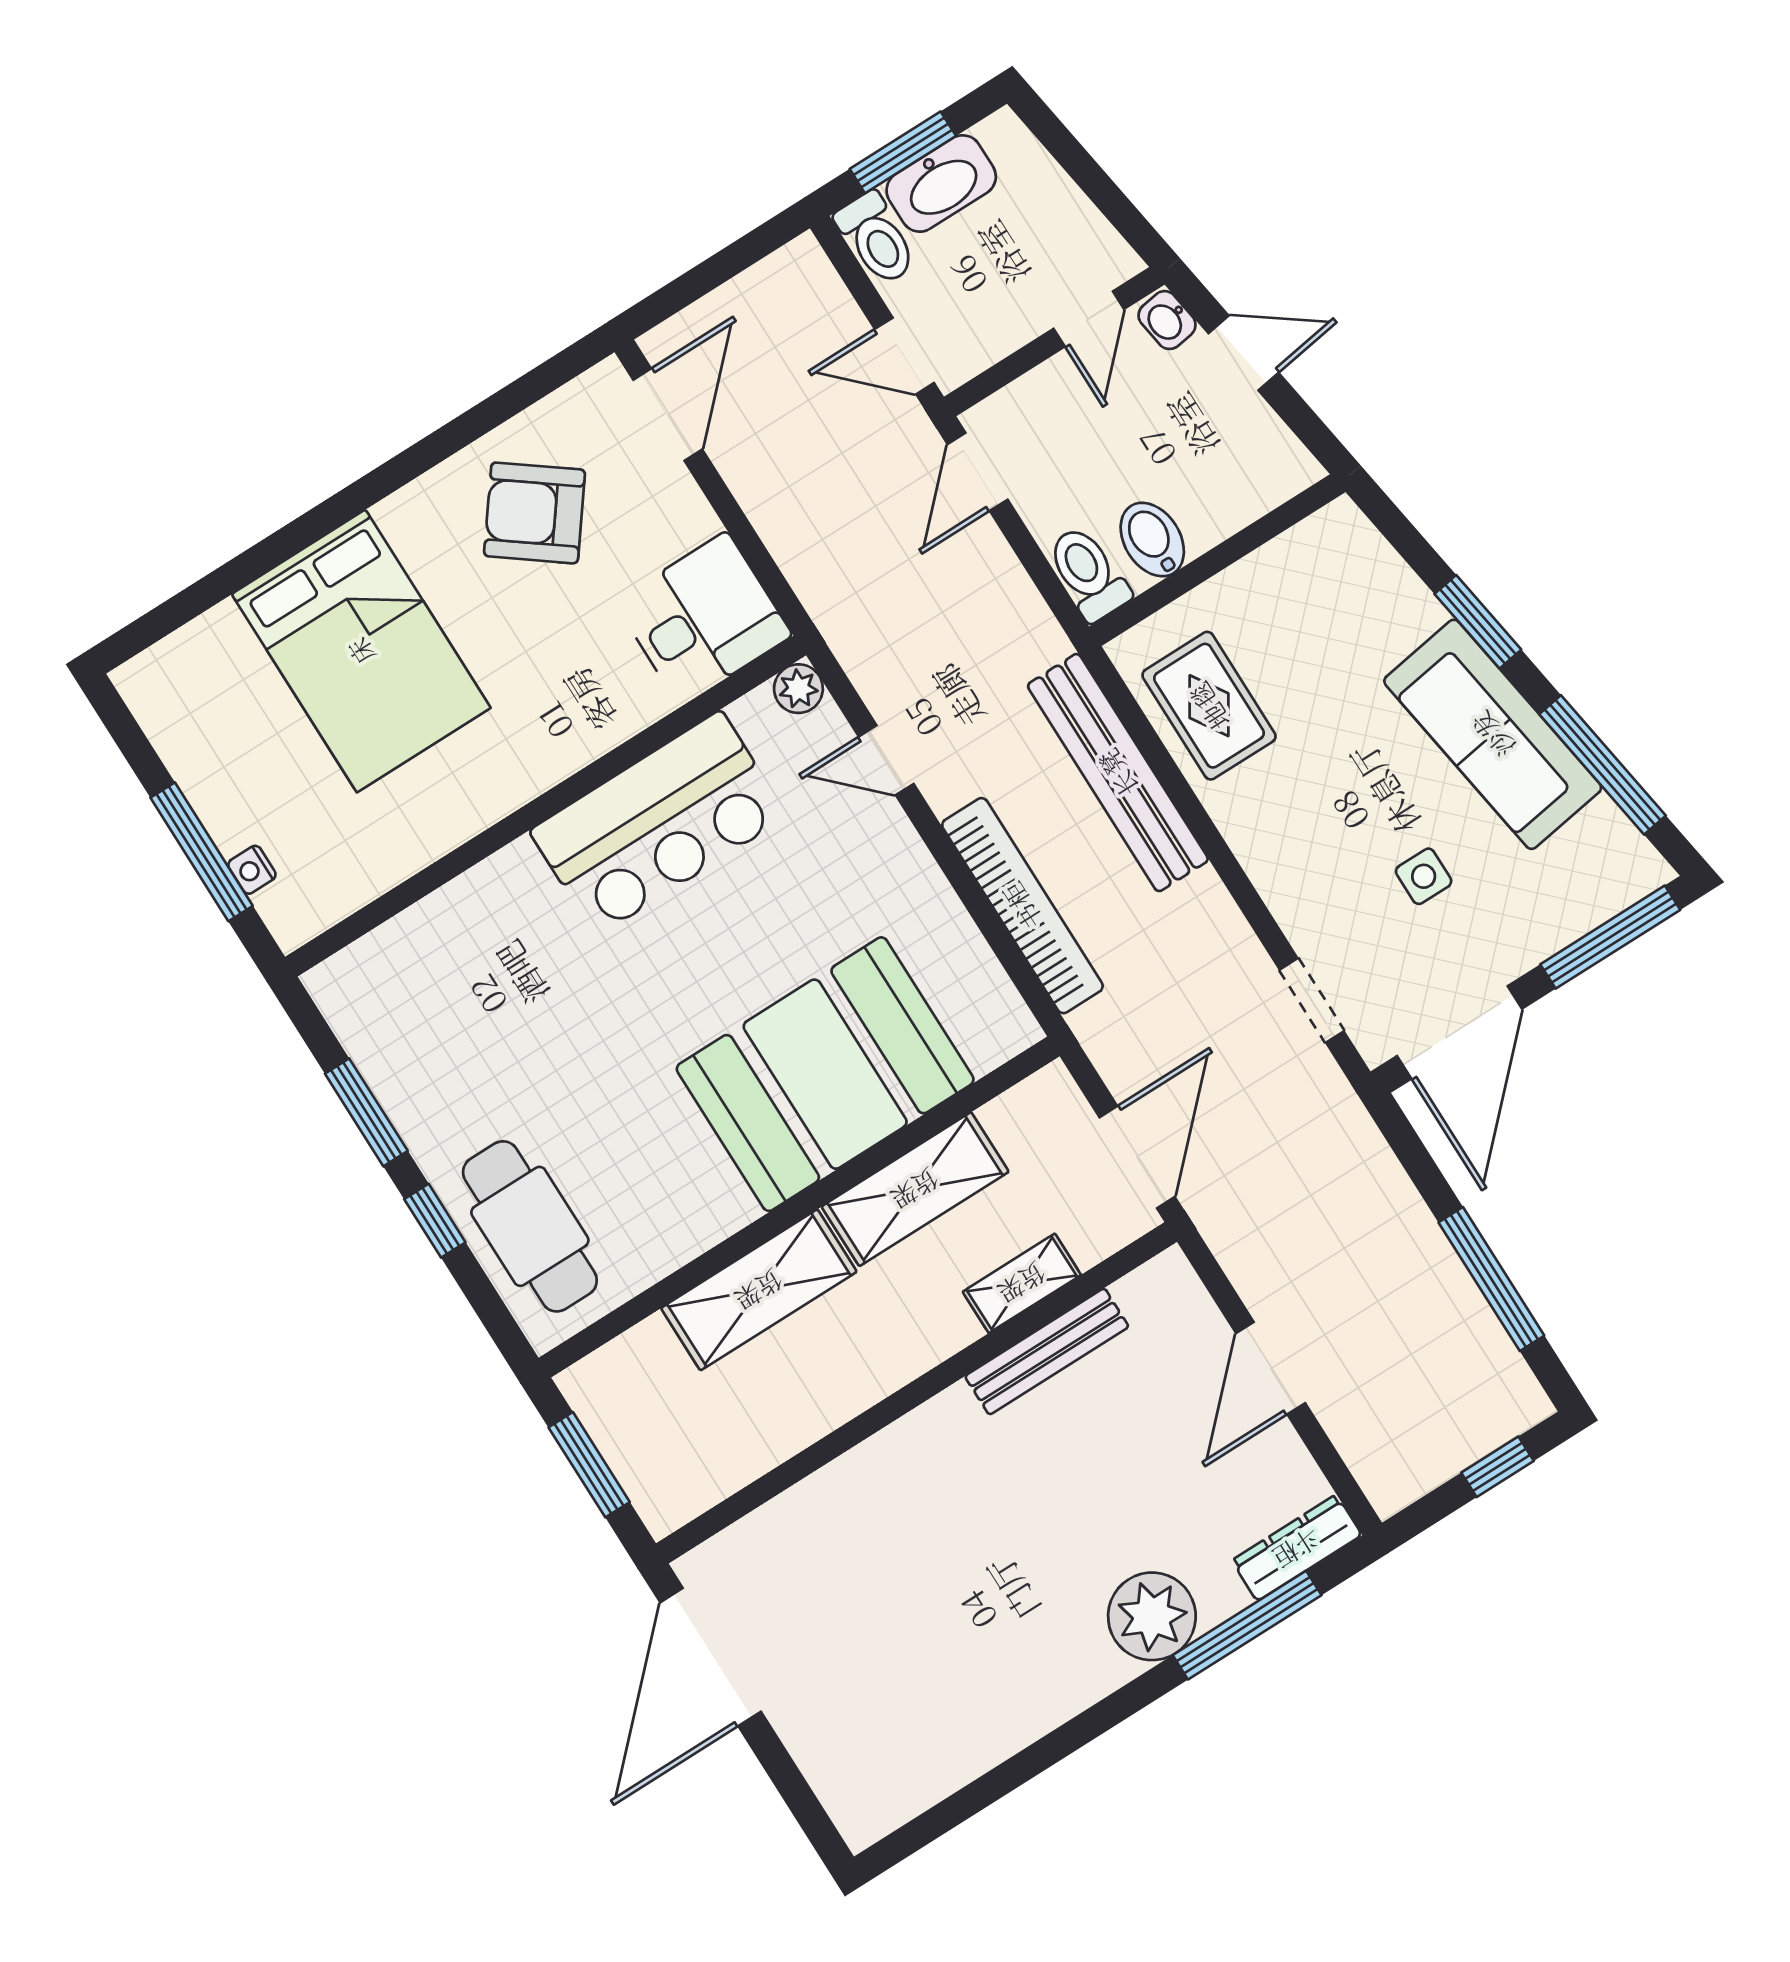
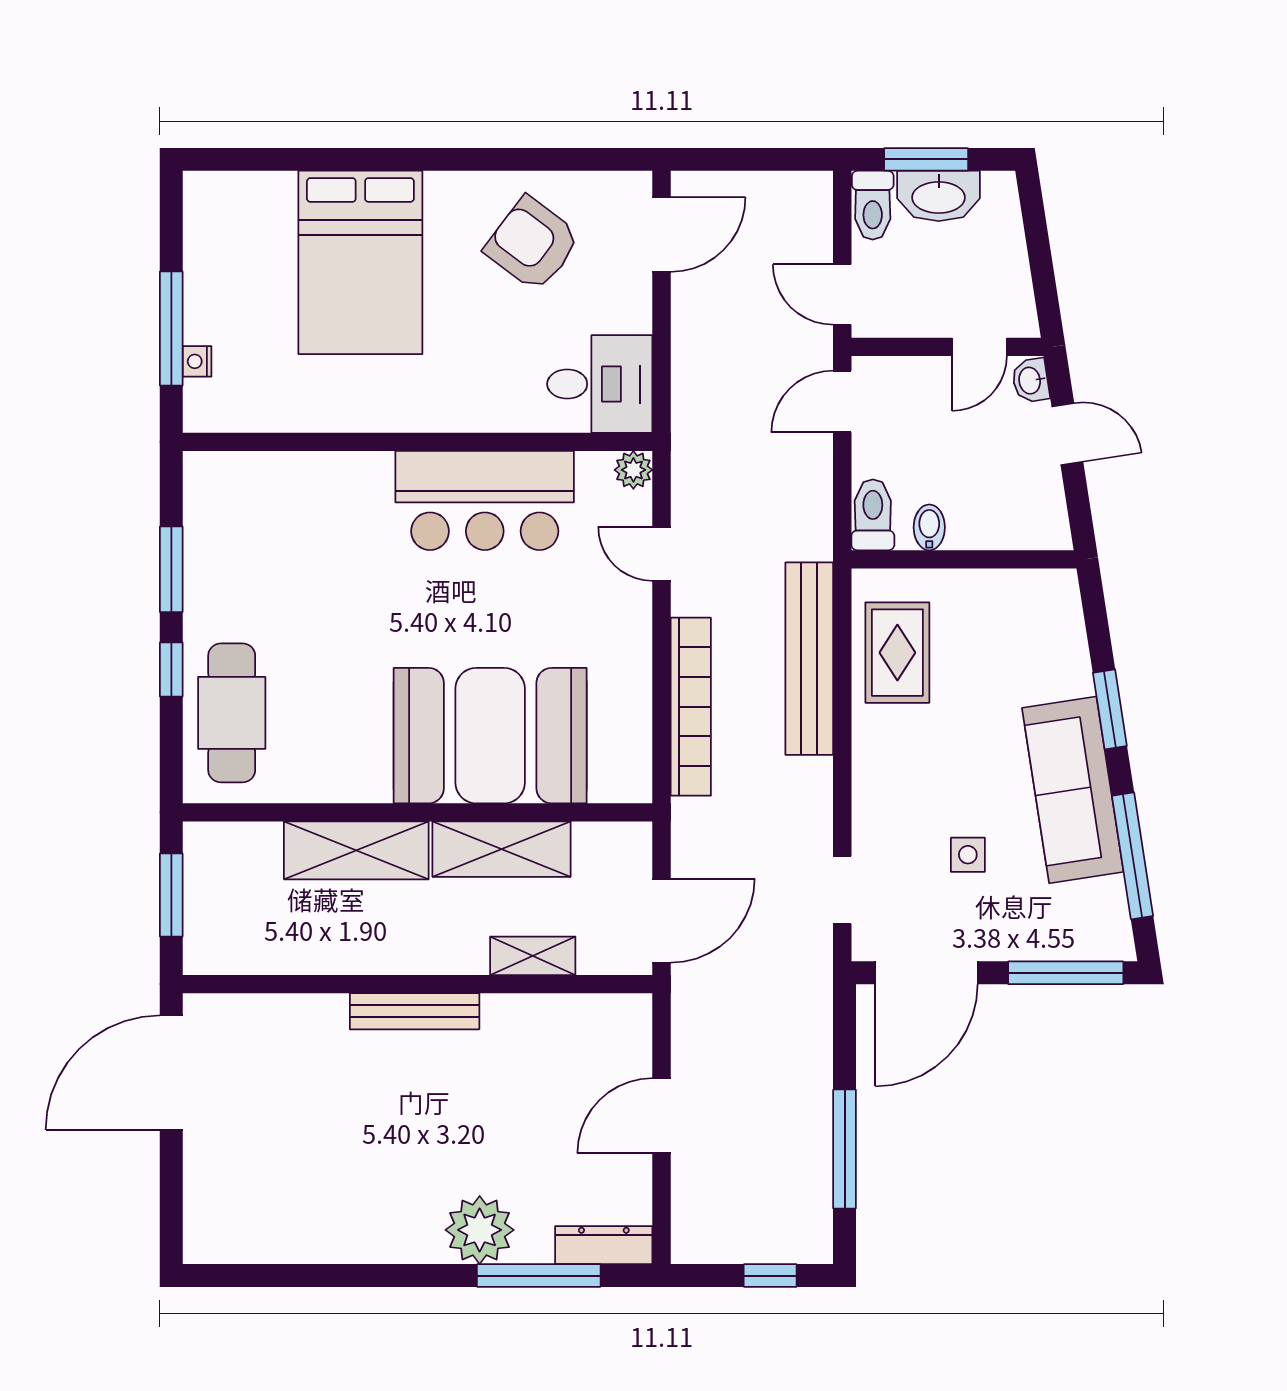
bidet: (1152, 540) -> (929, 527), width x0.72, depth x0.74
bench: (1047, 1352) -> (415, 1011), moved

